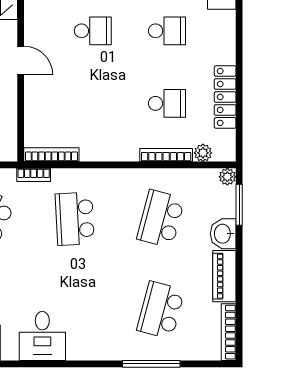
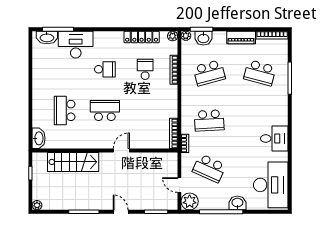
school desk: (93, 31) -> (105, 110), width x1.85
school desk: (167, 31) -> (105, 69), turned 90
plant: (203, 153) -> (173, 36), moved
school desk: (161, 219) -> (209, 73), turned -30
washbasin: (223, 234) -> (203, 38), moved

